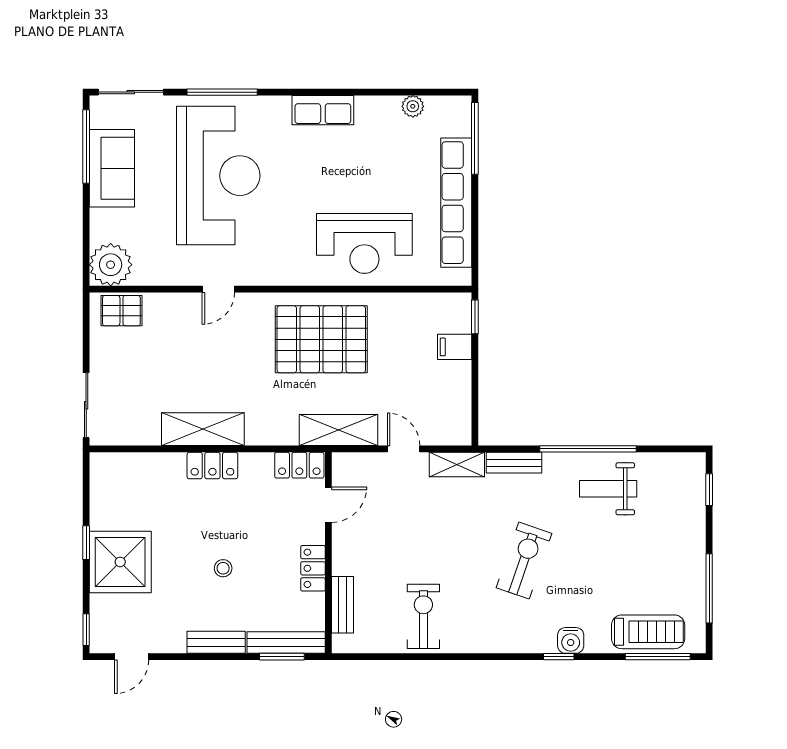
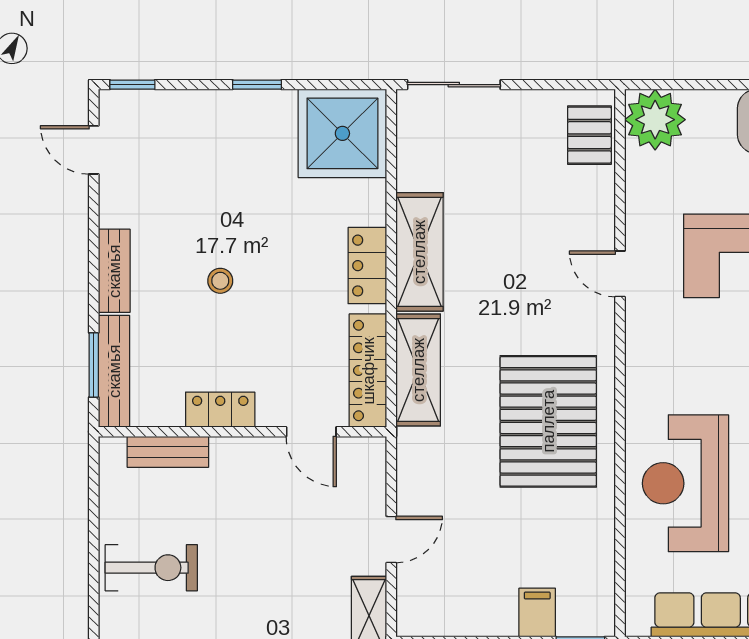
shelving: (339, 430) -> (418, 370), moved
locker: (299, 465) -> (368, 371), width x1.53
shower: (120, 562) -> (342, 133), moved

